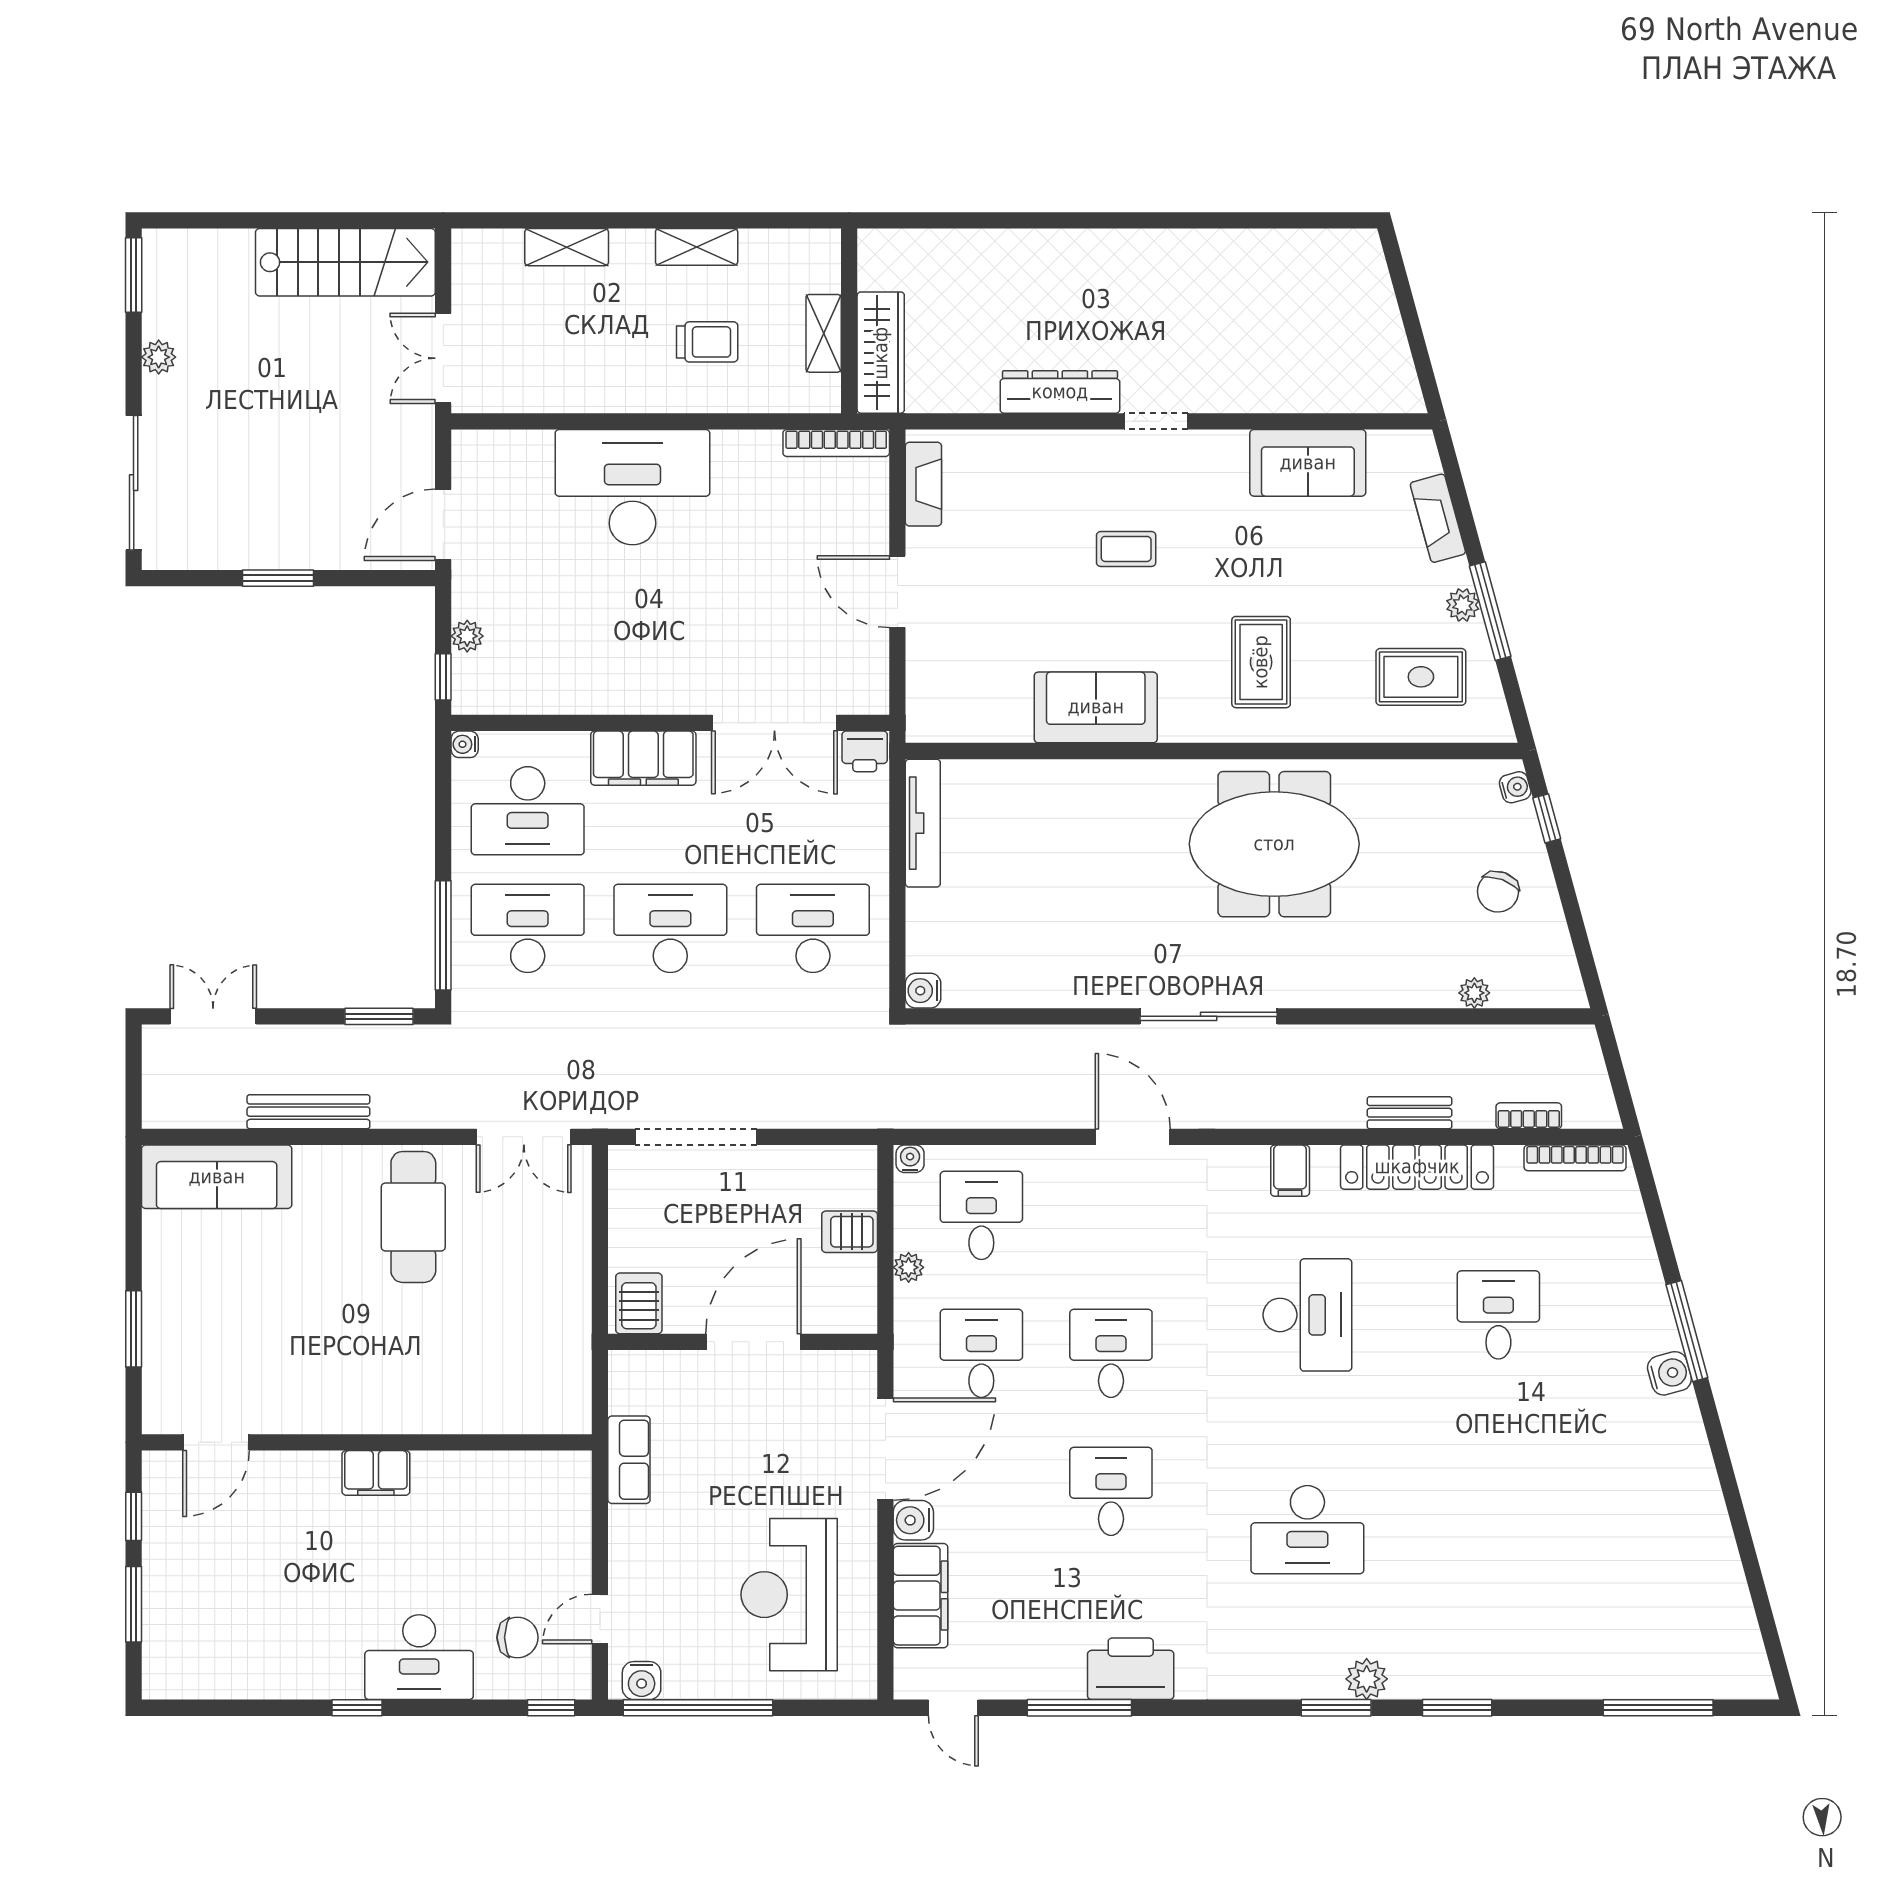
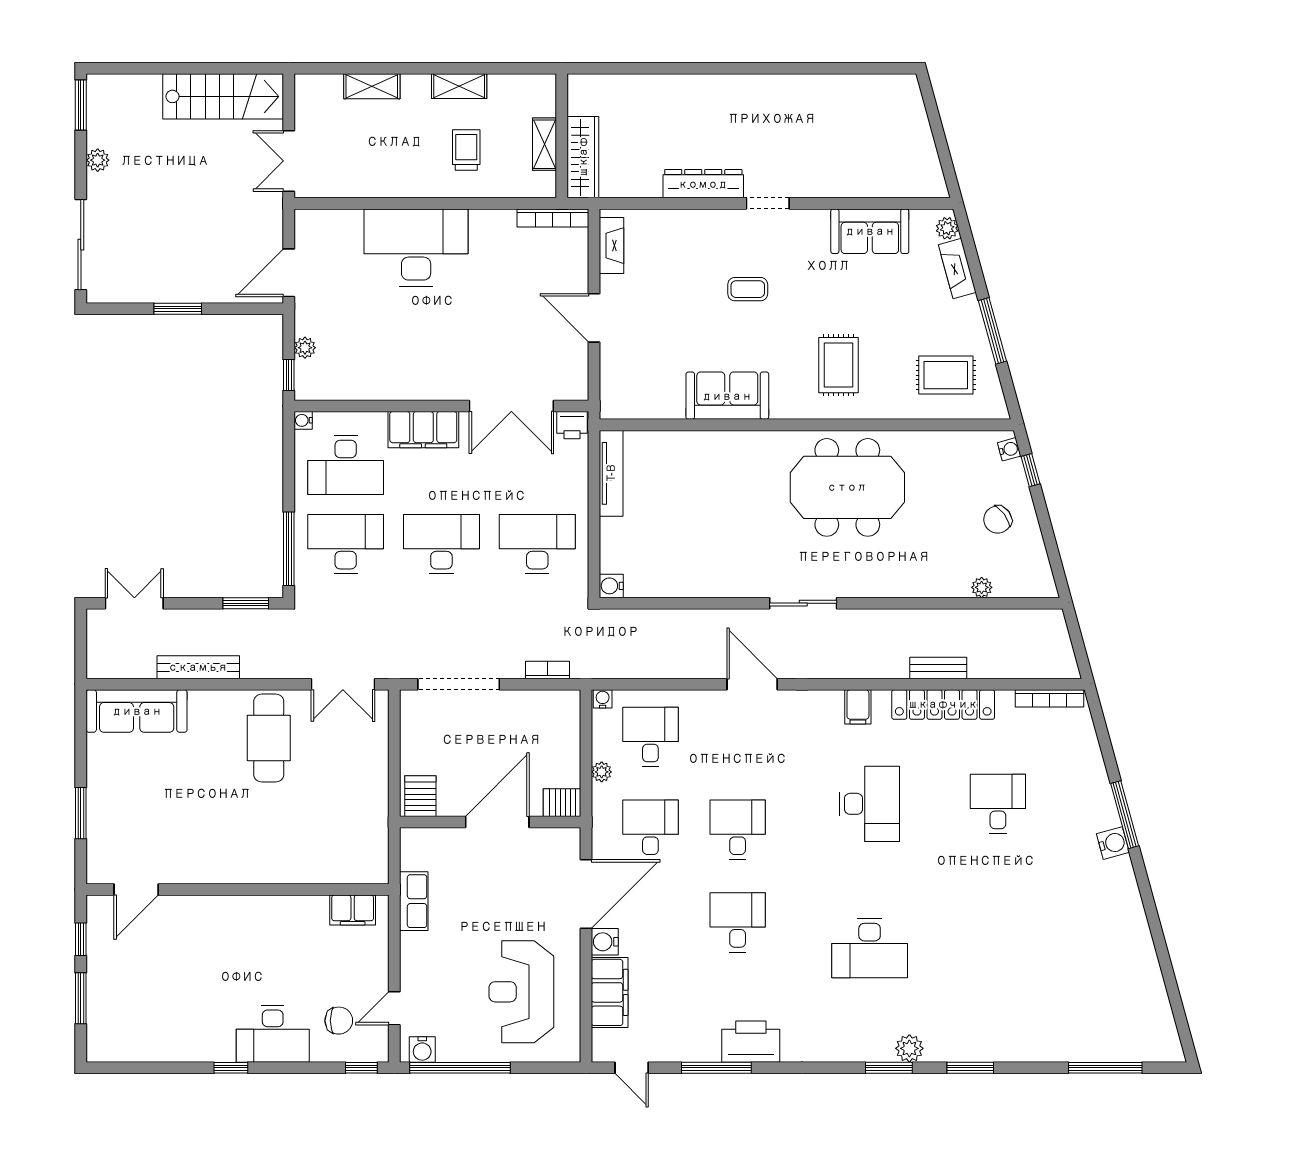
trolley: (707, 342) -> (466, 150), turned -90
plant: (1463, 605) -> (947, 228), moved
chair: (1498, 892) -> (998, 520), turned 34
sliding door: (1209, 1016) -> (803, 603), width x0.73
bookcase: (1529, 1116) -> (547, 670), moved
server rack: (850, 1232) -> (562, 803), moved
filing cabinet: (376, 1473) -> (353, 910), moved

